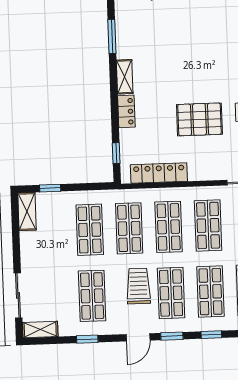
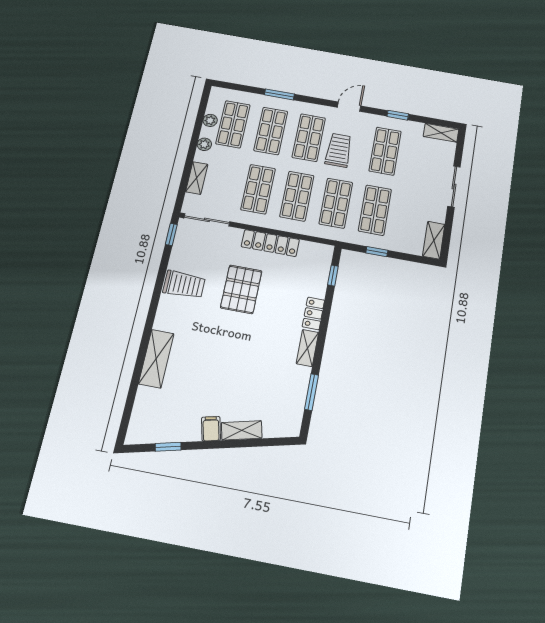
pallet: (199, 119) -> (241, 289), turned 90
locker: (159, 173) -> (270, 243), moved
window: (50, 188) -> (377, 252), moved
trolley: (138, 286) -> (339, 150), turned 180
sliding door: (18, 295) -> (454, 186), moved
window: (211, 335) -> (279, 94), width x1.50
window: (172, 336) -> (317, 101), removed

